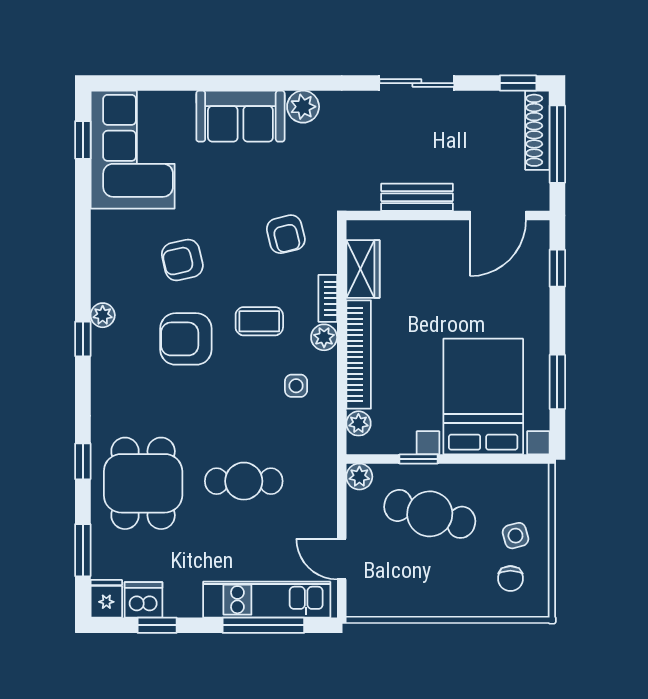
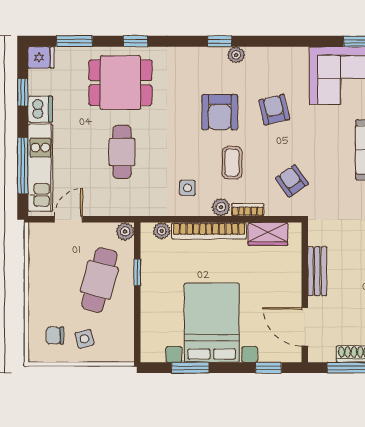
armchair: (286, 234) -> (292, 181), turned 69
armchair: (186, 339) -> (220, 112), turned 180
bed with nightstands: (483, 397) -> (212, 323), moved, turned -90
dishwasher: (144, 600) -> (40, 109), moved

